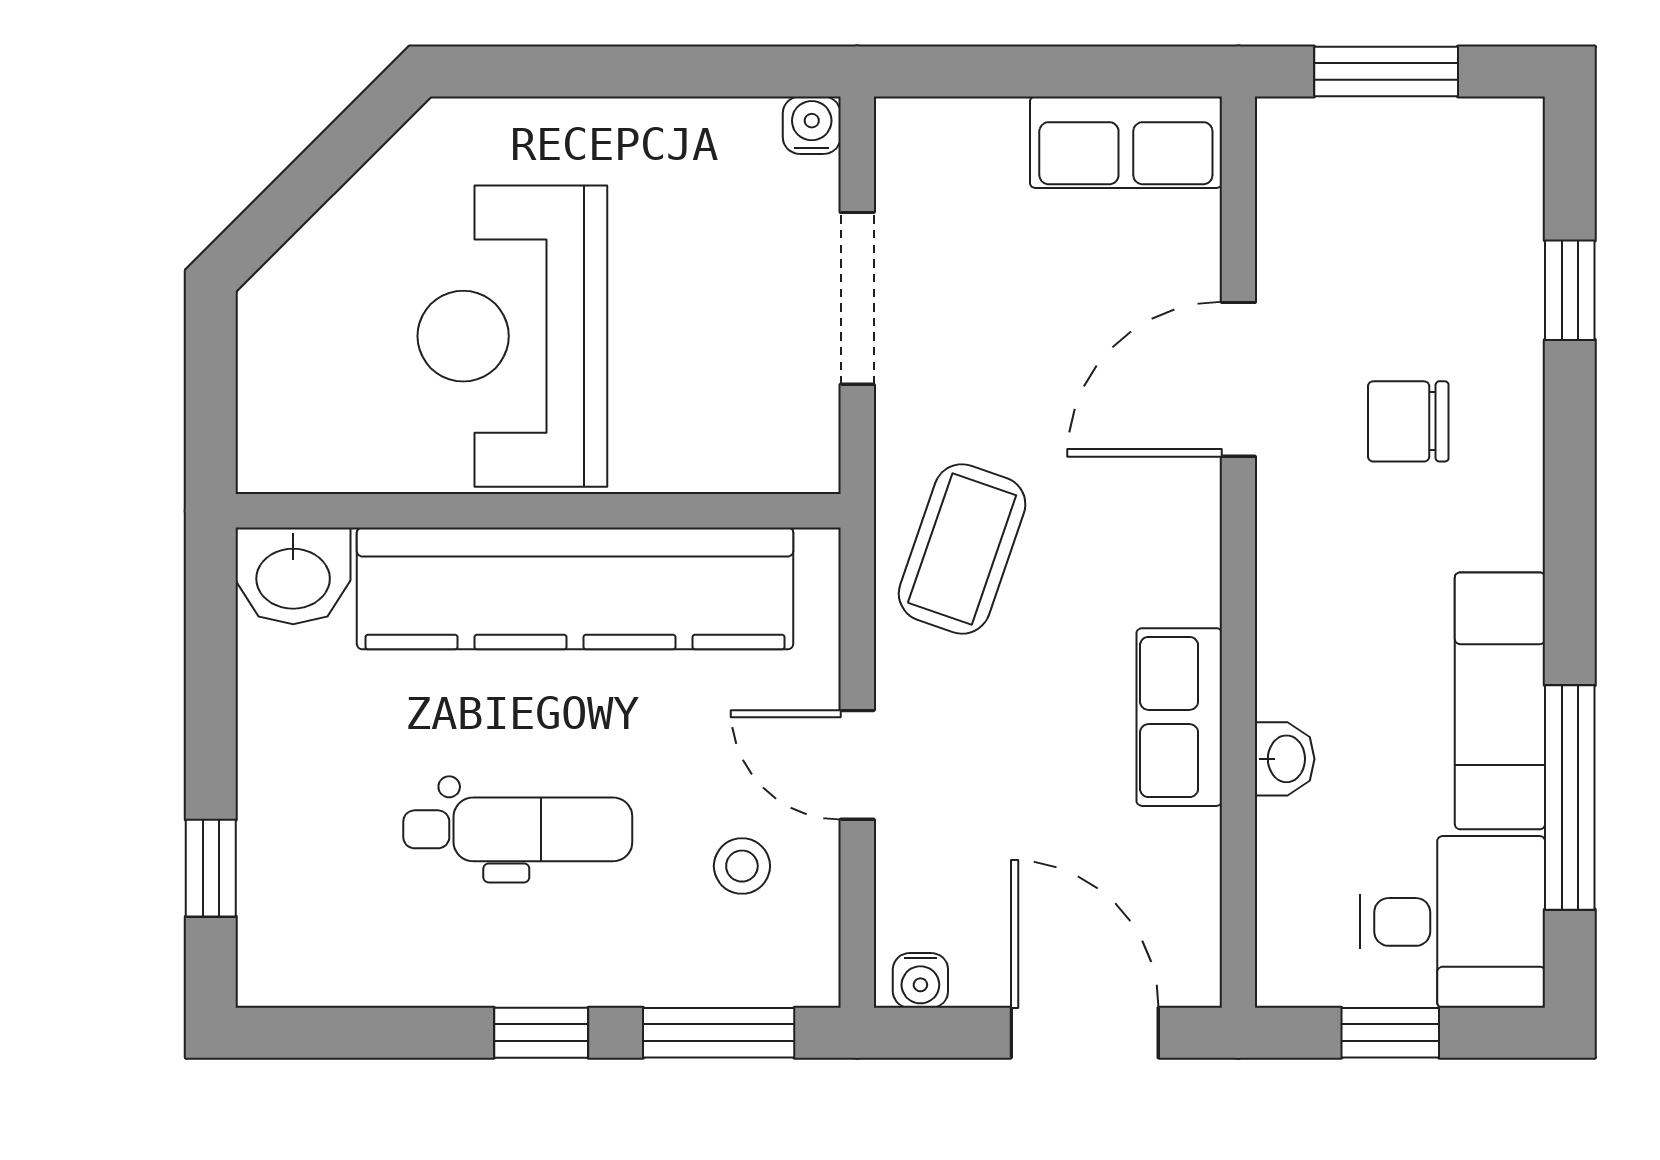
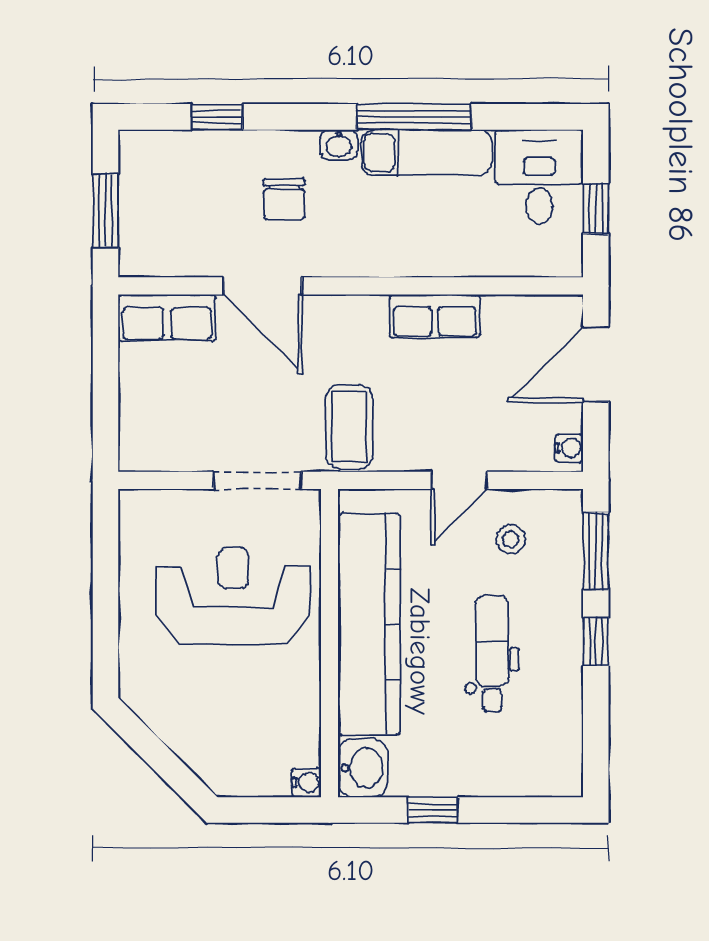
water cooler: (812, 125) -> (306, 783), moved, turned 180
row of seats: (1126, 142) -> (167, 318), moved, turned 90
doorway: (857, 298) -> (257, 480), moved
reception desk: (512, 336) -> (233, 596), moved, turned 180
coffee table: (962, 549) -> (349, 427), turned 71
washbasin: (1285, 759) -> (339, 145), moved, turned 180
window: (1570, 797) -> (414, 117), moved
window: (211, 868) -> (433, 810), moved

